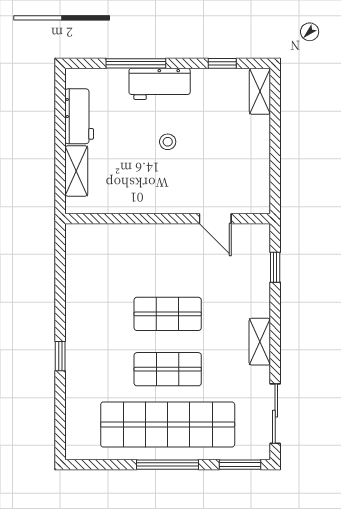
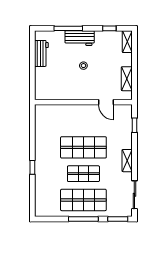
shelving: (76, 171) -> (127, 79), moved
shop shelf: (168, 314) -> (83, 147), width x1.43, depth x1.36
shop shelf: (168, 425) -> (83, 200), width x0.71

